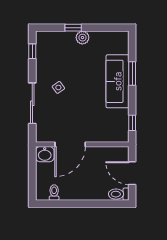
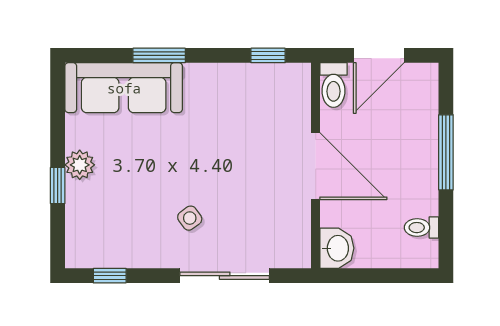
sofa: (118, 81) -> (124, 88), moved
door: (70, 144) -> (316, 166), moved
toilet: (119, 194) -> (333, 85), moved
window: (88, 204) -> (446, 152), added

